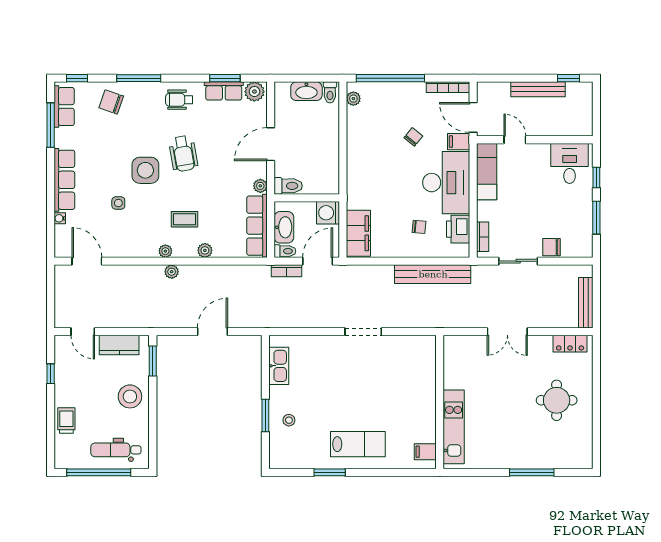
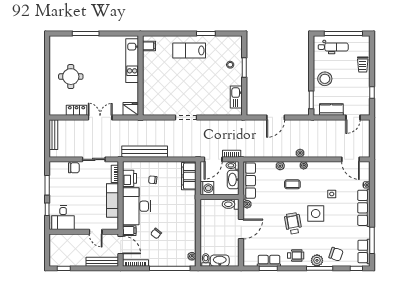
bench: (538, 89) -> (102, 262), moved
plant: (254, 92) -> (317, 260), moved
exam couch: (487, 172) -> (112, 200), moved
door: (83, 332) -> (353, 117), swing flipped
locker: (570, 344) -> (77, 110), moved
fridge: (456, 346) -> (131, 109), added

